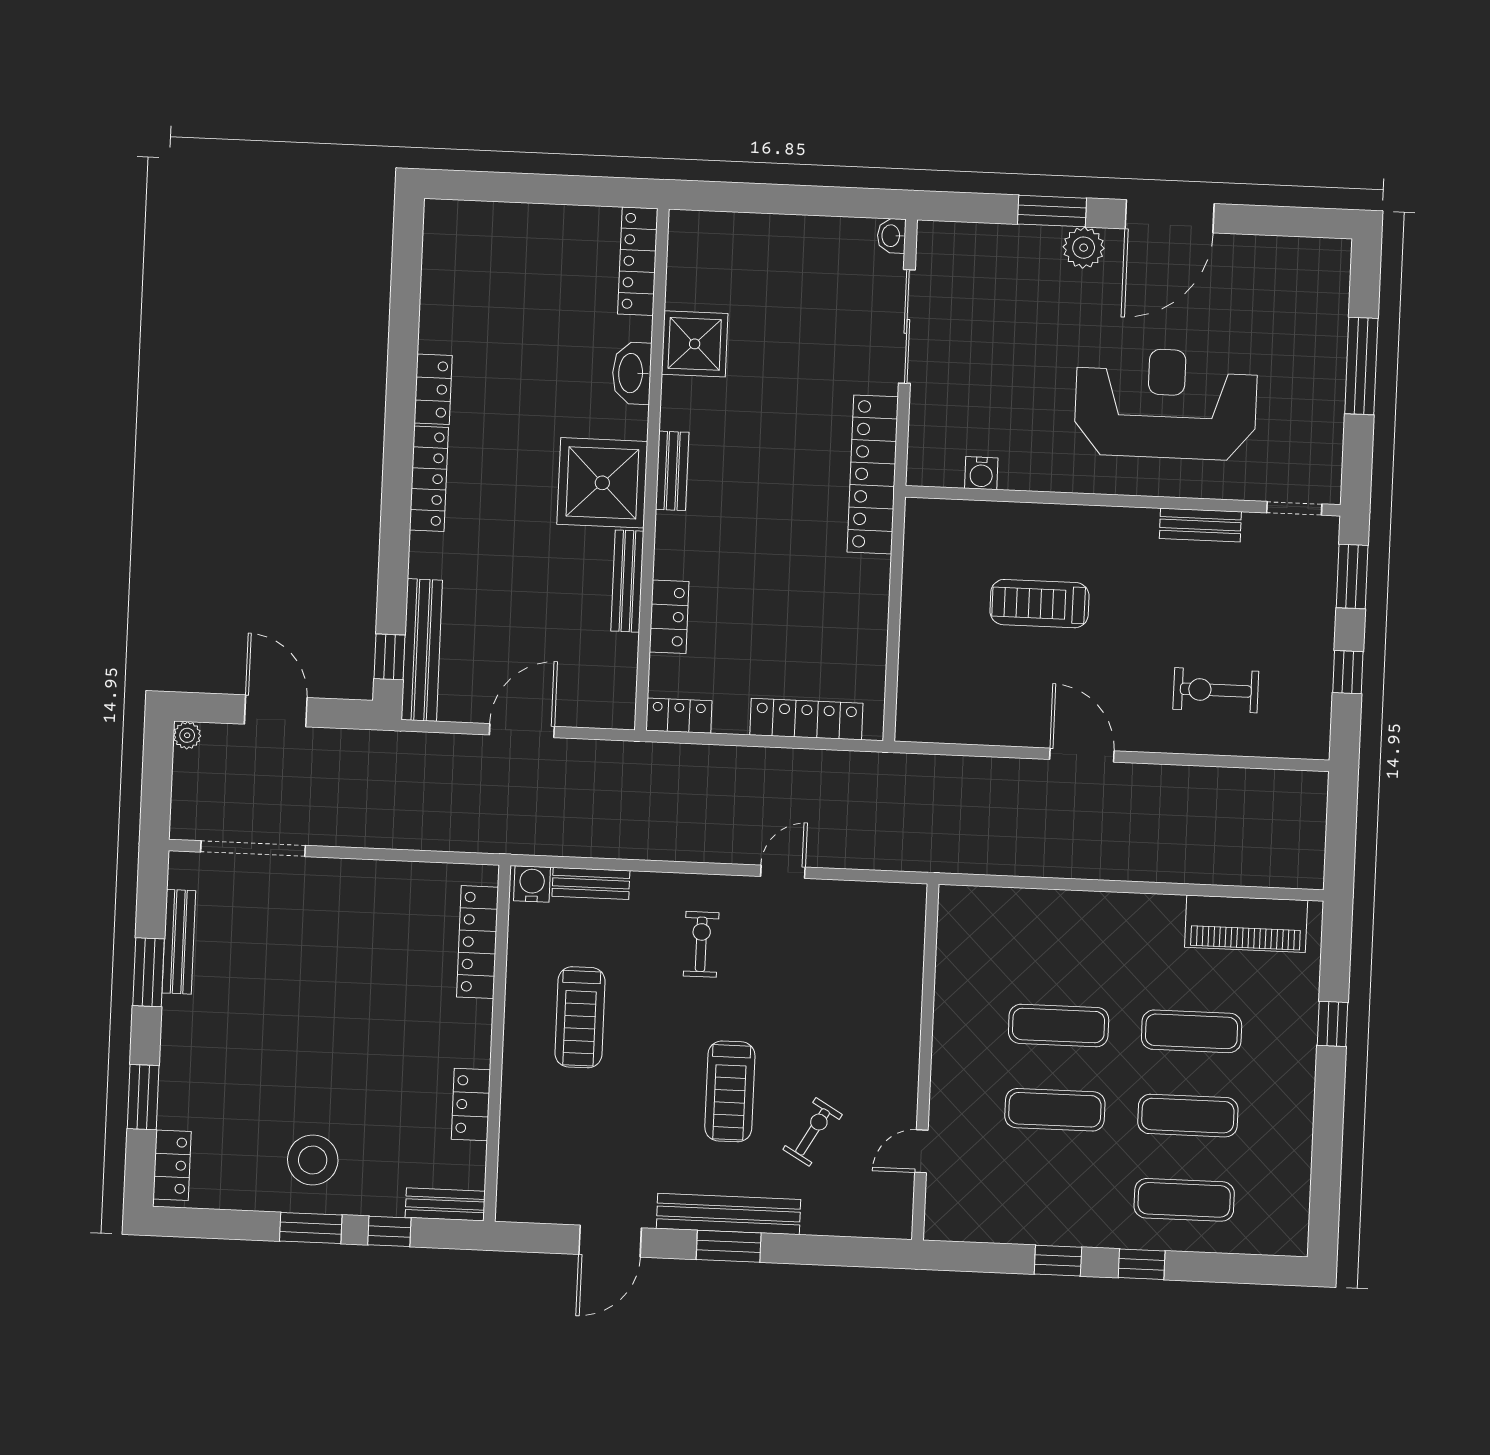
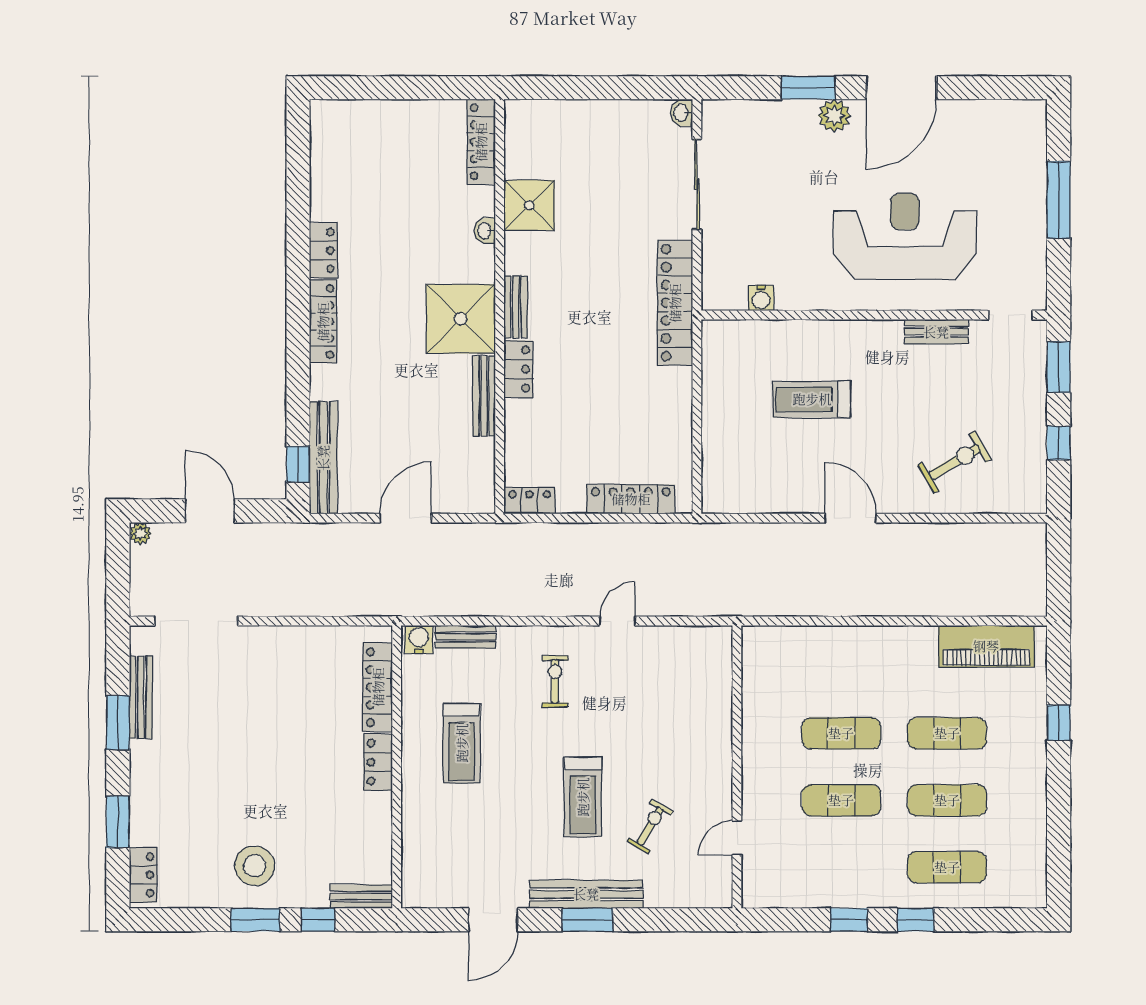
washbasin: (632, 373) -> (485, 231), width x0.52, depth x0.69
locker: (669, 617) -> (518, 369), moved
exercise bike: (1216, 690) -> (954, 462), turned 149
locker: (471, 1104) -> (378, 762), moved

